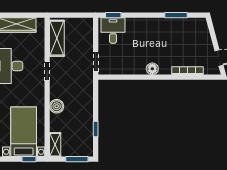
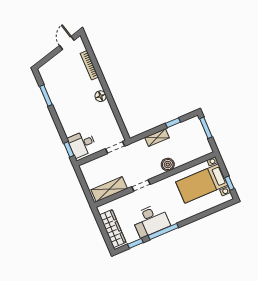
shelving: (55, 145) -> (157, 138), moved
window: (29, 159) -> (229, 183), moved

